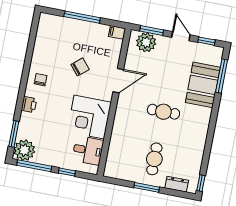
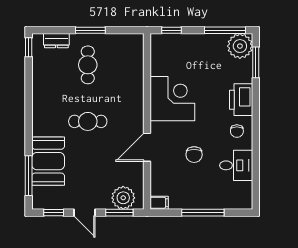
chair: (80, 67) -> (194, 155), turned -50
printer: (29, 105) -> (241, 100), width x1.87, depth x1.48
desk: (88, 150) -> (236, 165), moved, turned 180
window: (67, 172) -> (172, 30), moved

